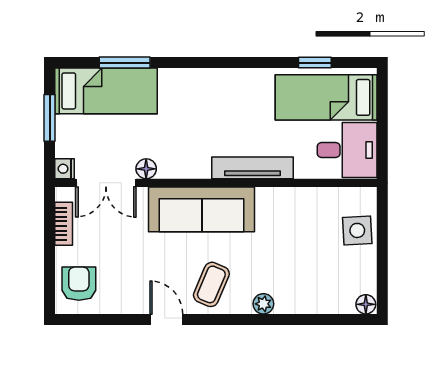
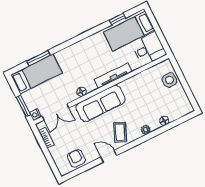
window: (50, 118) -> (23, 106), moved
floor lamp: (146, 169) -> (82, 92), moved
armchair: (79, 284) -> (76, 158), moved
floor lamp: (366, 304) -> (164, 121), moved

